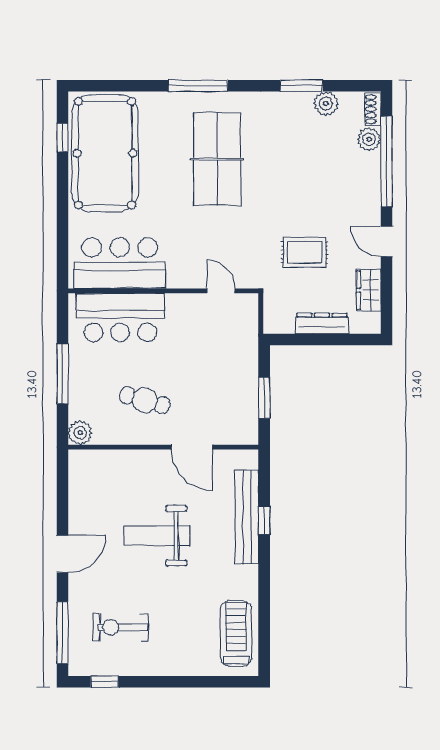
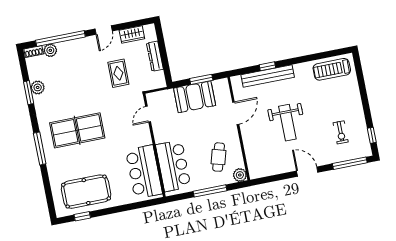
plant: (326, 104) -> (38, 87), moved
pool table: (105, 153) -> (86, 192), width x0.73, depth x0.76
booth: (235, 380) -> (195, 97), added
cafe table: (145, 400) -> (219, 157), moved
exercise bike: (121, 627) -> (341, 132), width x0.73, depth x0.72

